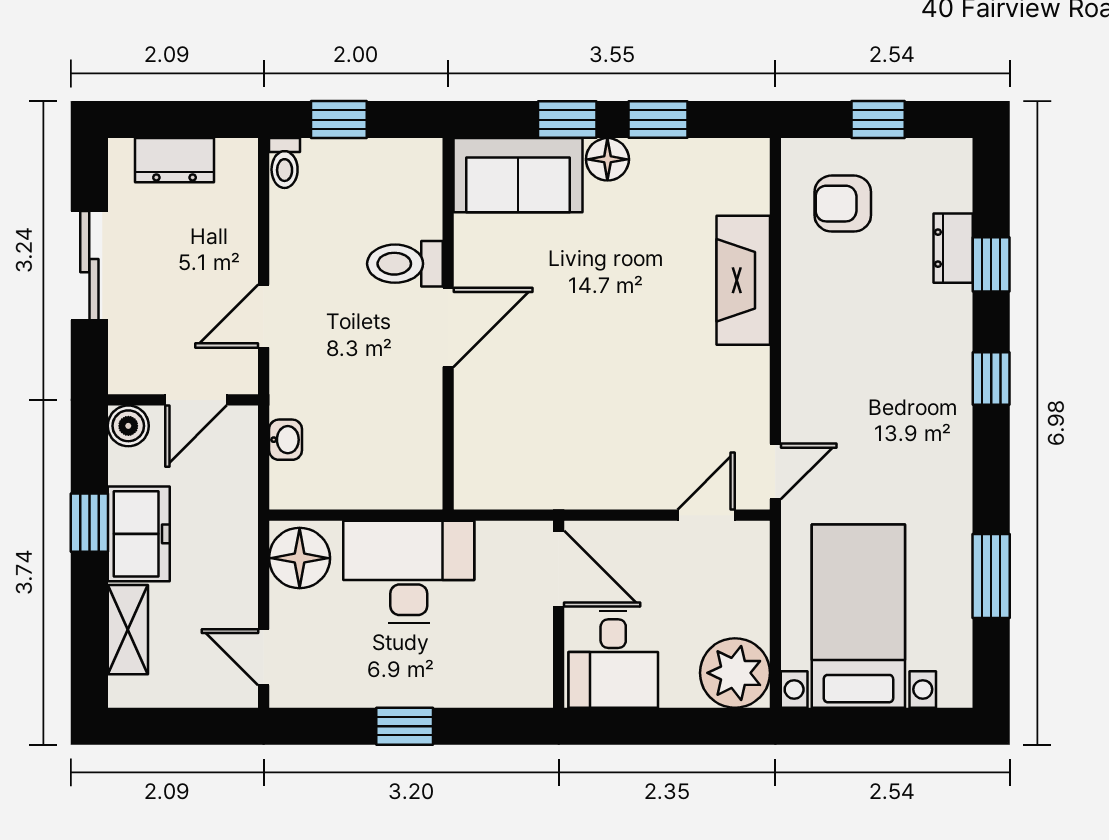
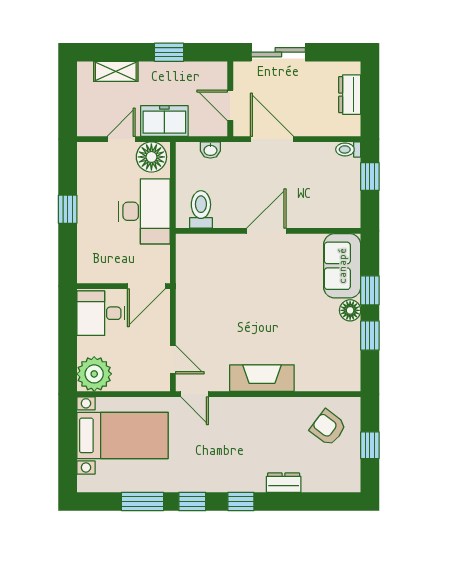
armchair: (843, 204) -> (328, 428), turned -53
dresser: (953, 248) -> (284, 483), moved
toilet: (405, 264) -> (201, 209), moved
window: (991, 264) -> (192, 502), moved
sliding door: (89, 266) -> (278, 52), moved
fireplace: (743, 280) -> (262, 378), moved
door: (264, 316) -> (272, 139), width x1.38
door: (448, 327) -> (266, 231), swing flipped
boiler: (128, 426) -> (217, 72), removed
freezer: (139, 534) -> (164, 121), moved, turned 180
door: (264, 657) -> (121, 139), moved

